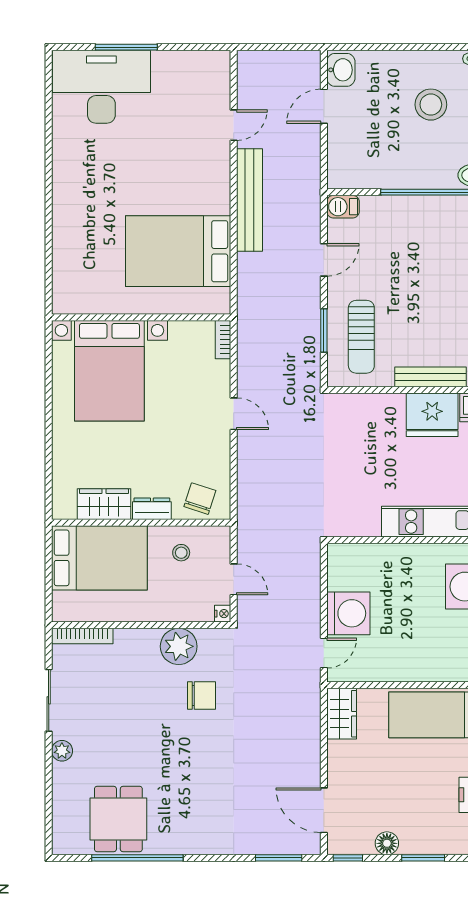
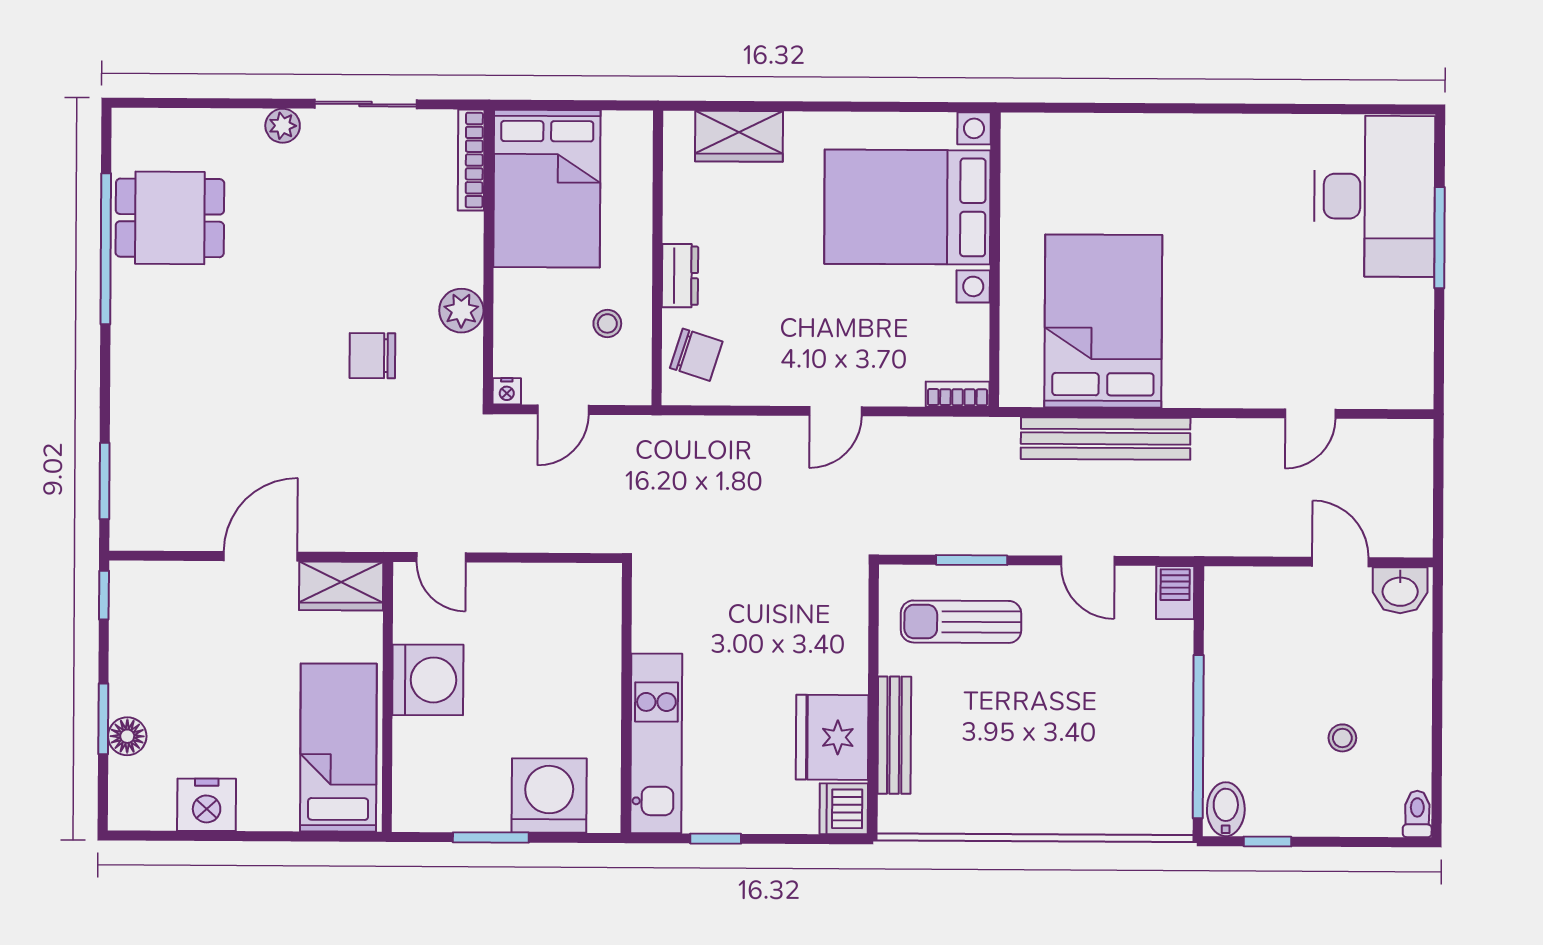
stool: (431, 105) -> (1342, 738), width x0.53, depth x0.53
door: (234, 125) -> (1310, 414), hinge flipped
bench: (250, 200) -> (1106, 439), moved
wardrobe: (104, 504) -> (739, 136), moved, turned 90
bed: (99, 558) -> (547, 189), moved
washing machine: (348, 613) -> (428, 680), moved, turned -90
plant: (179, 646) -> (461, 311), width x0.73, depth x0.73
chair: (201, 695) -> (372, 356), turned 90
door: (324, 810) -> (261, 556), moved
floor lamp: (387, 843) -> (127, 736), moved

